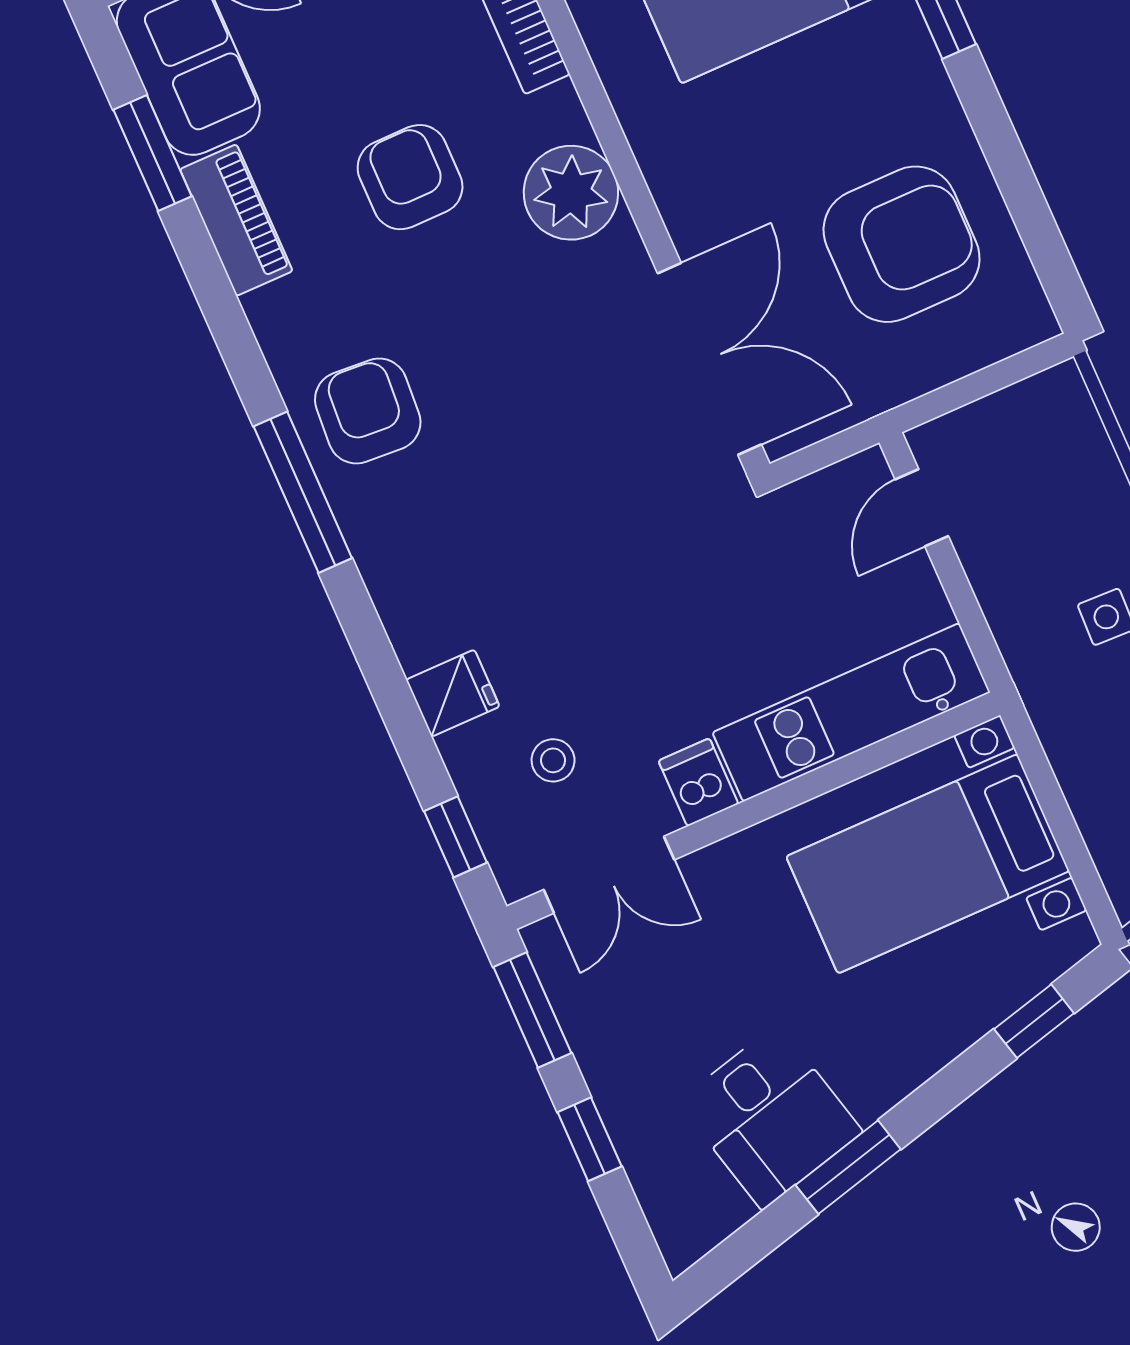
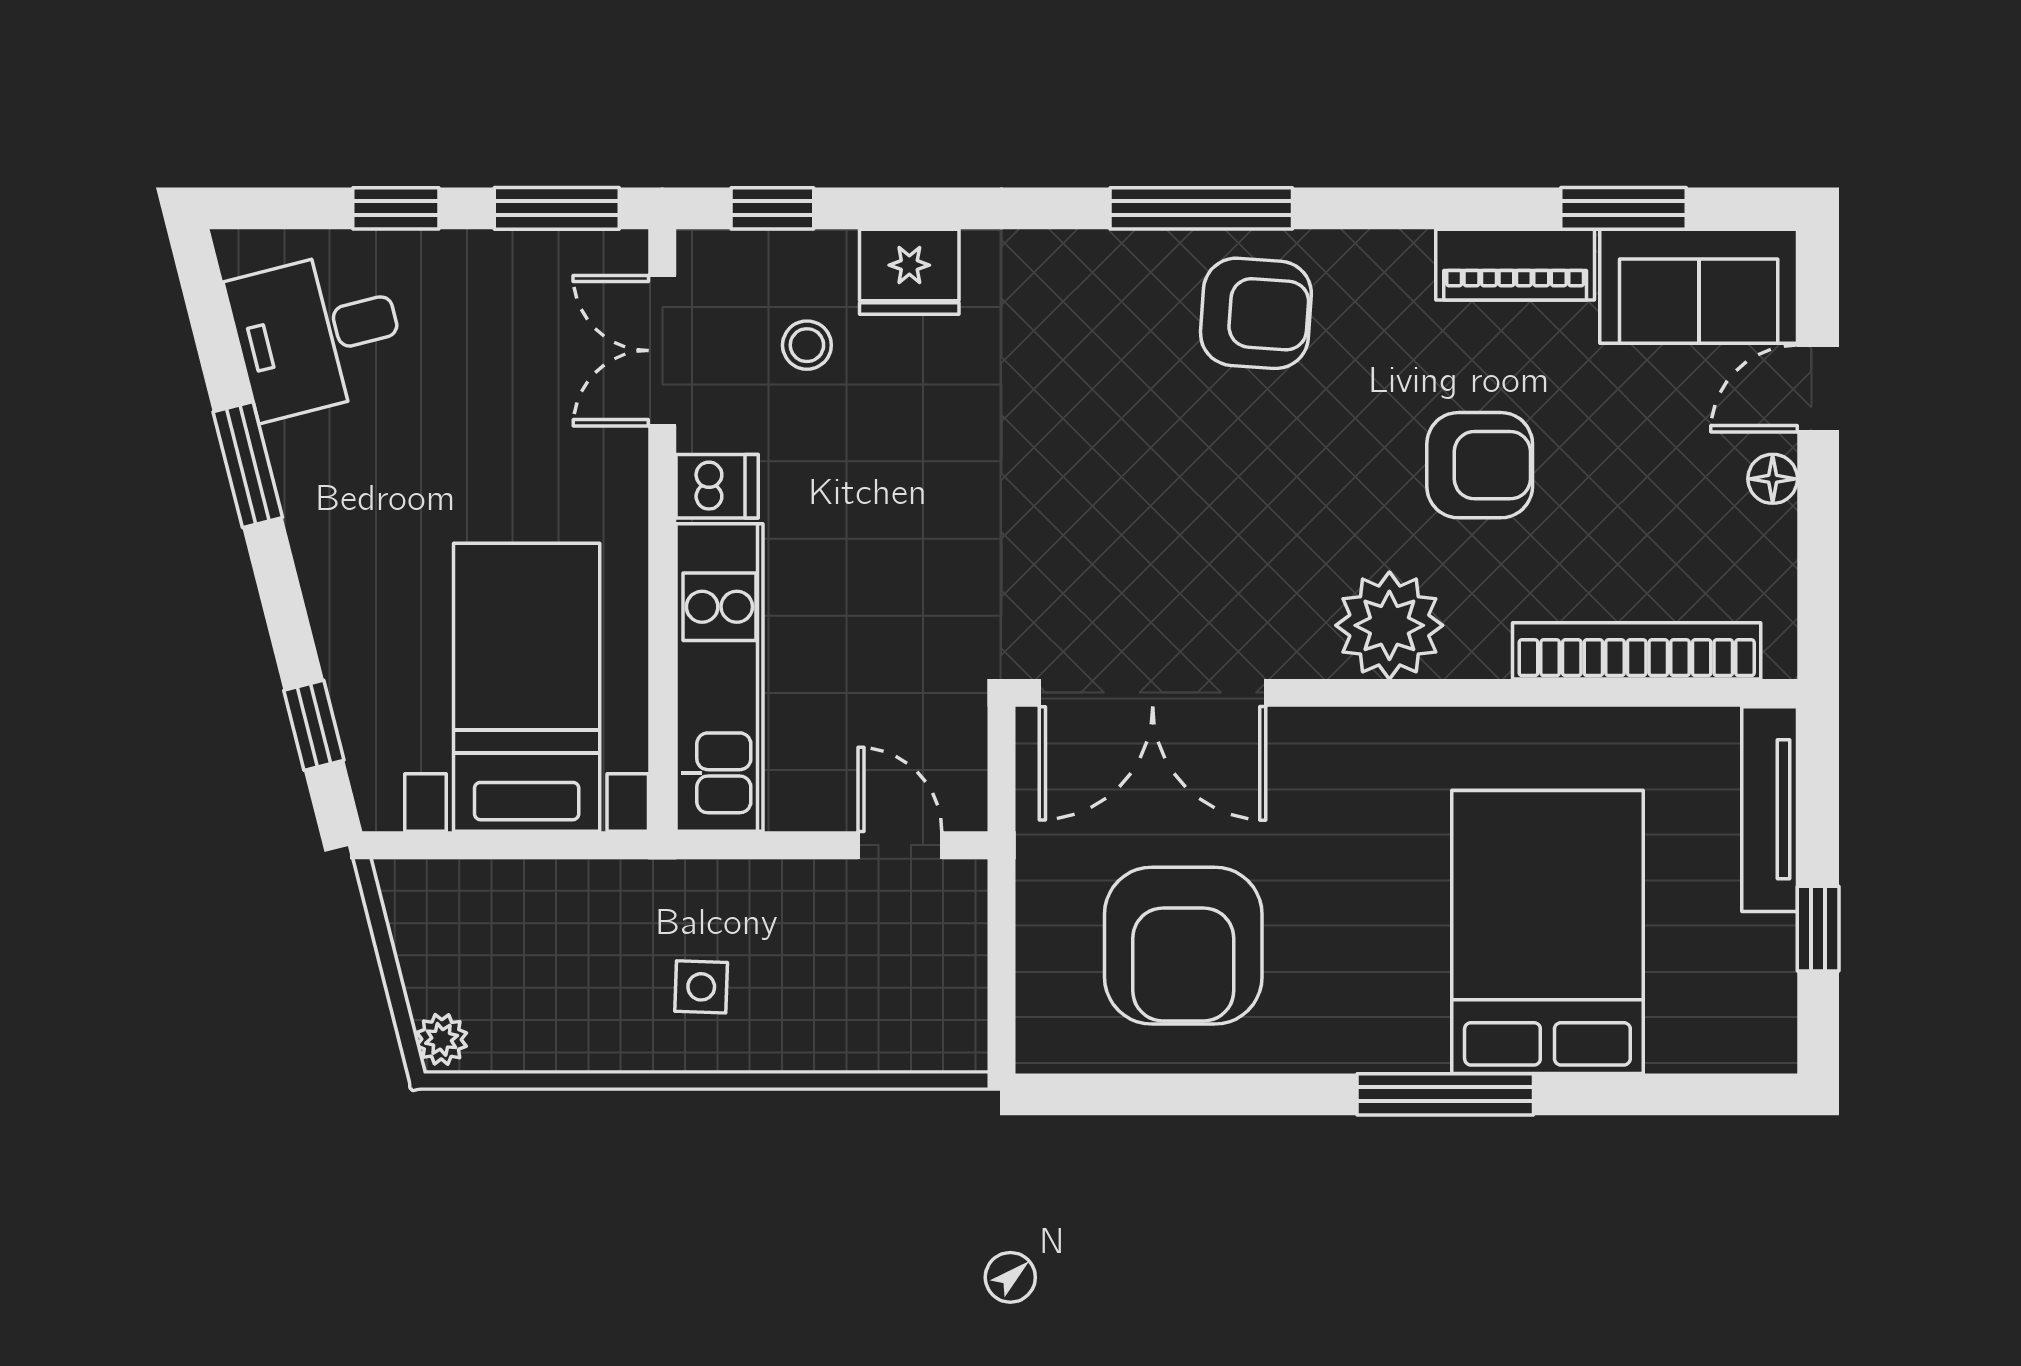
fridge: (453, 693) -> (909, 272), width x1.38
desk: (770, 1117) -> (318, 333), moved

